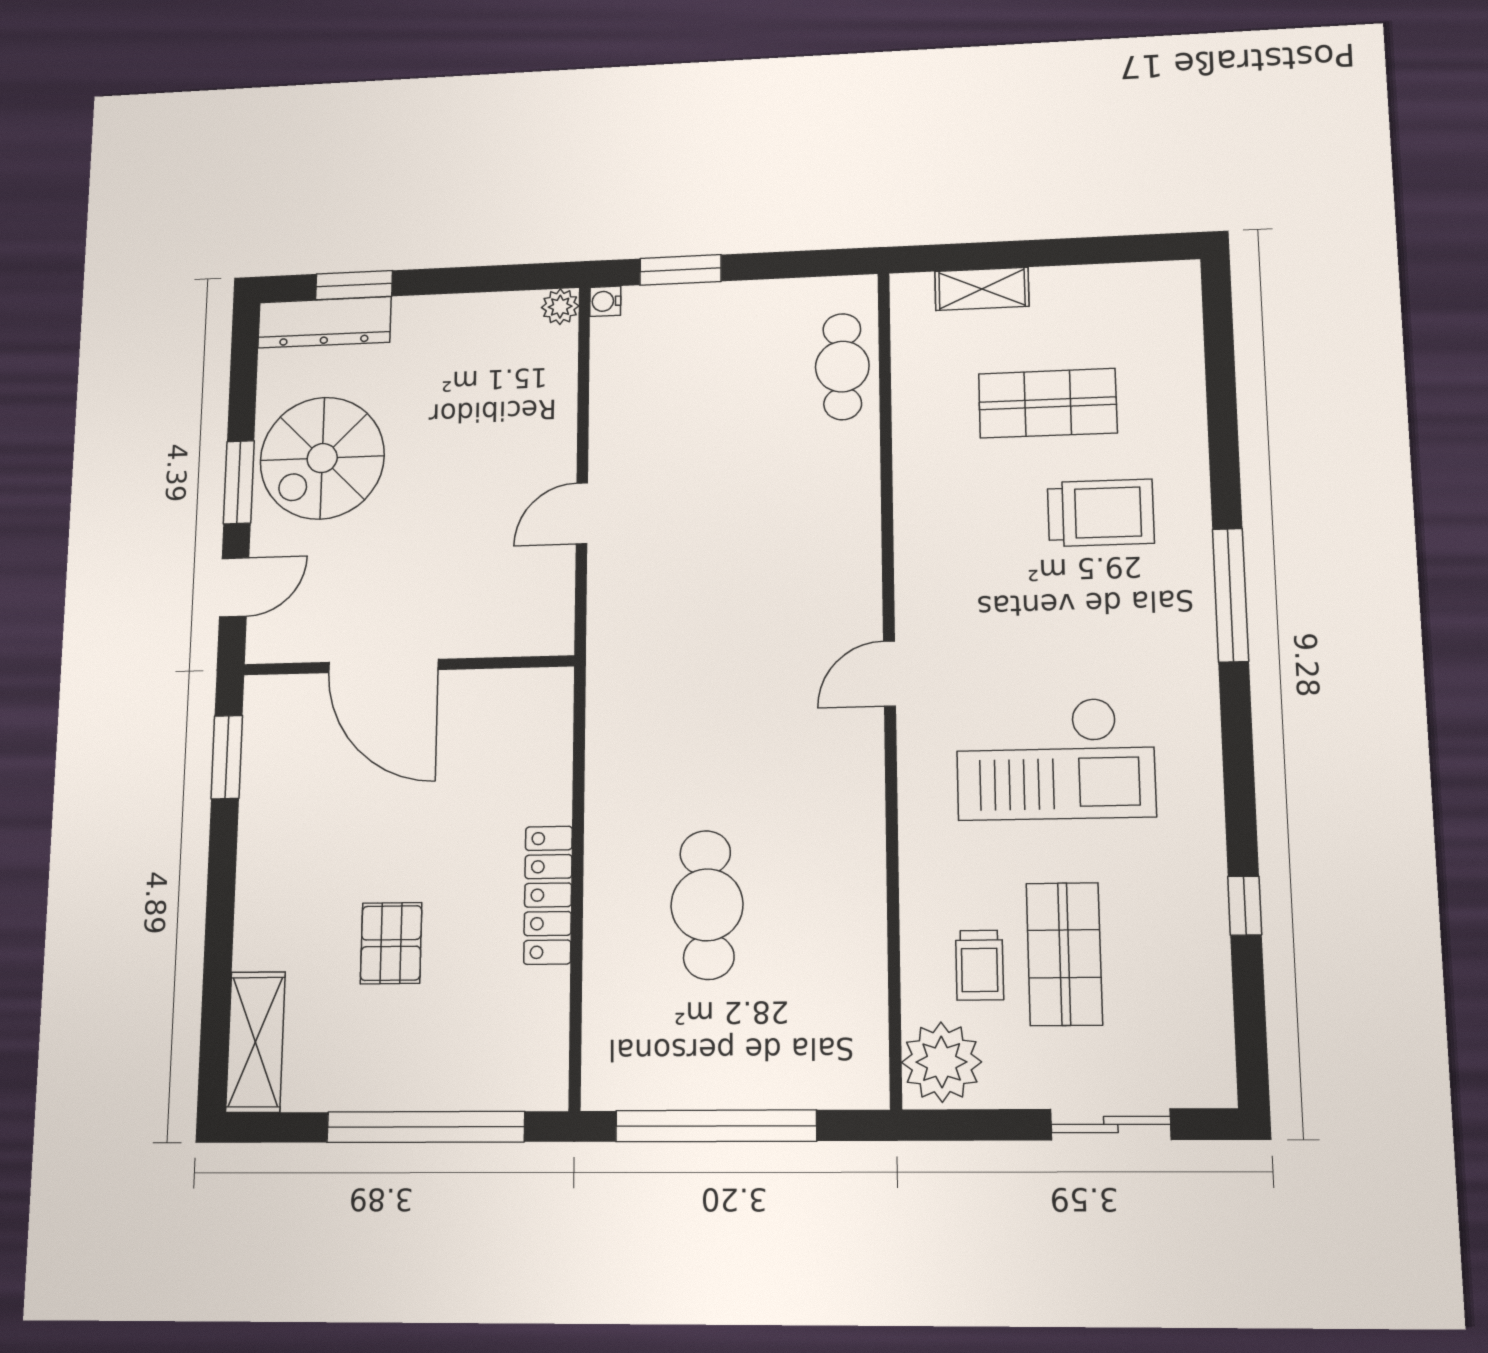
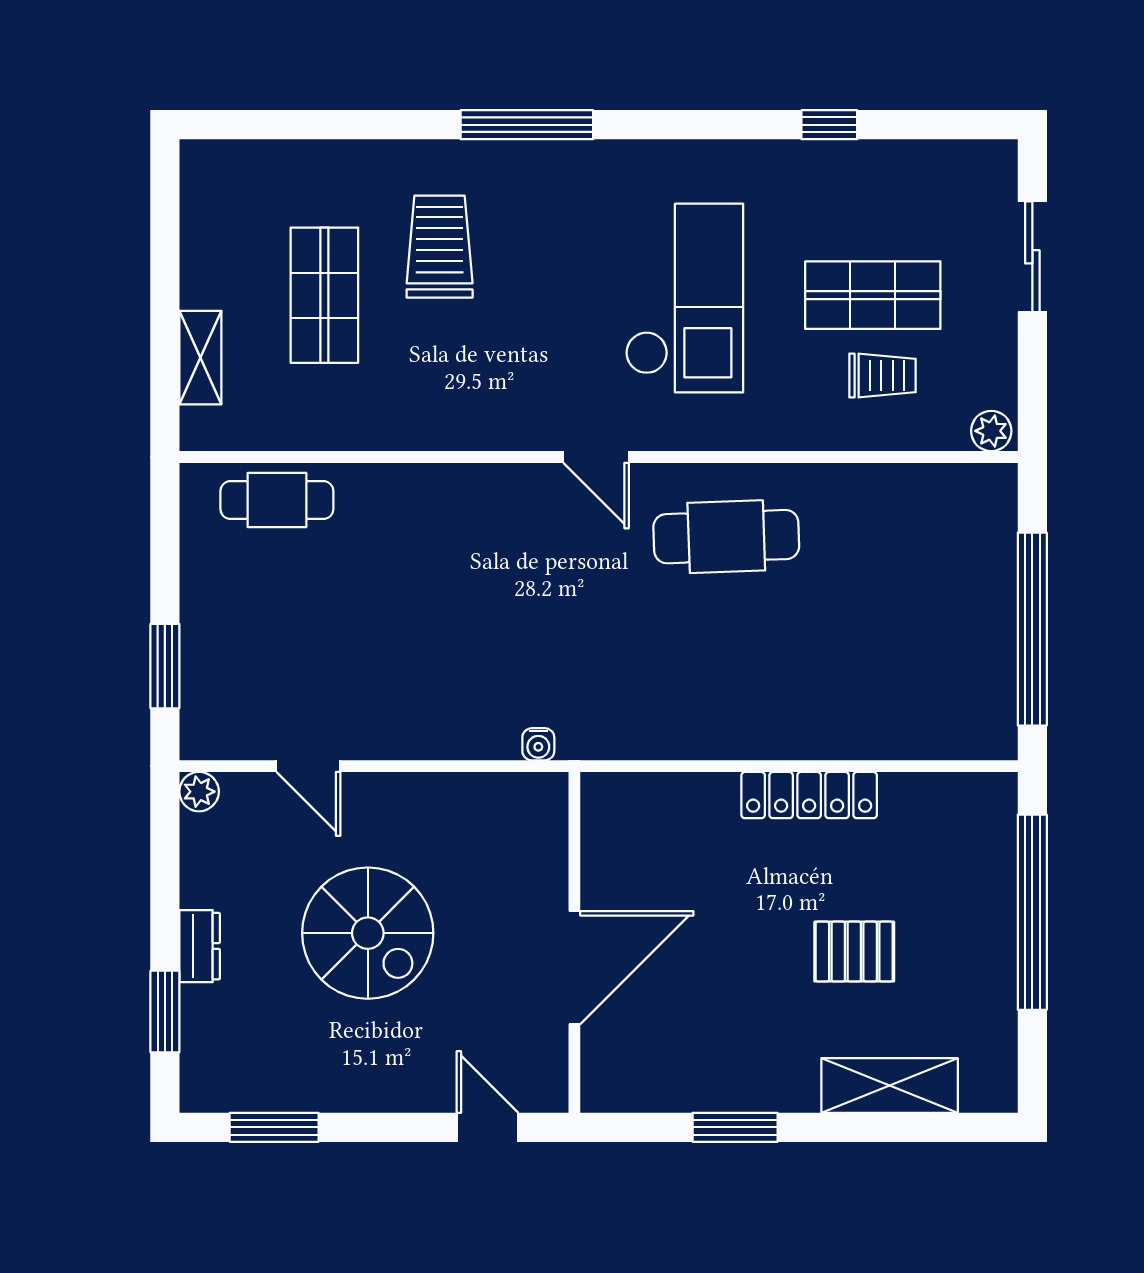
water cooler: (605, 301) -> (538, 744), moved
dresser: (324, 322) -> (200, 946), moved, width x0.51, depth x0.80
spiral stairs: (322, 458) -> (368, 933), moved
window: (239, 482) -> (274, 1127), moved
door: (582, 513) -> (308, 766), moved
window: (227, 757) -> (735, 1127), moved
cafe table: (707, 905) -> (726, 537), moved
shelving: (255, 1042) -> (890, 1086), moved
plant: (942, 1062) -> (991, 431), width x0.53, depth x0.53

